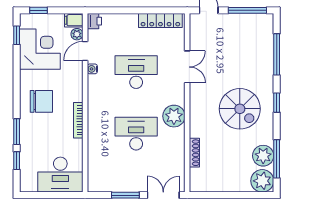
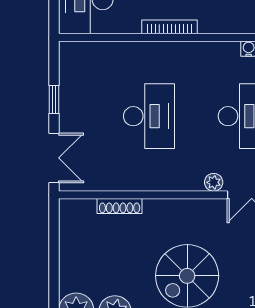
plant: (174, 116) -> (214, 182), moved, width x0.53, depth x0.53
window: (125, 195) -> (54, 100), width x0.67

